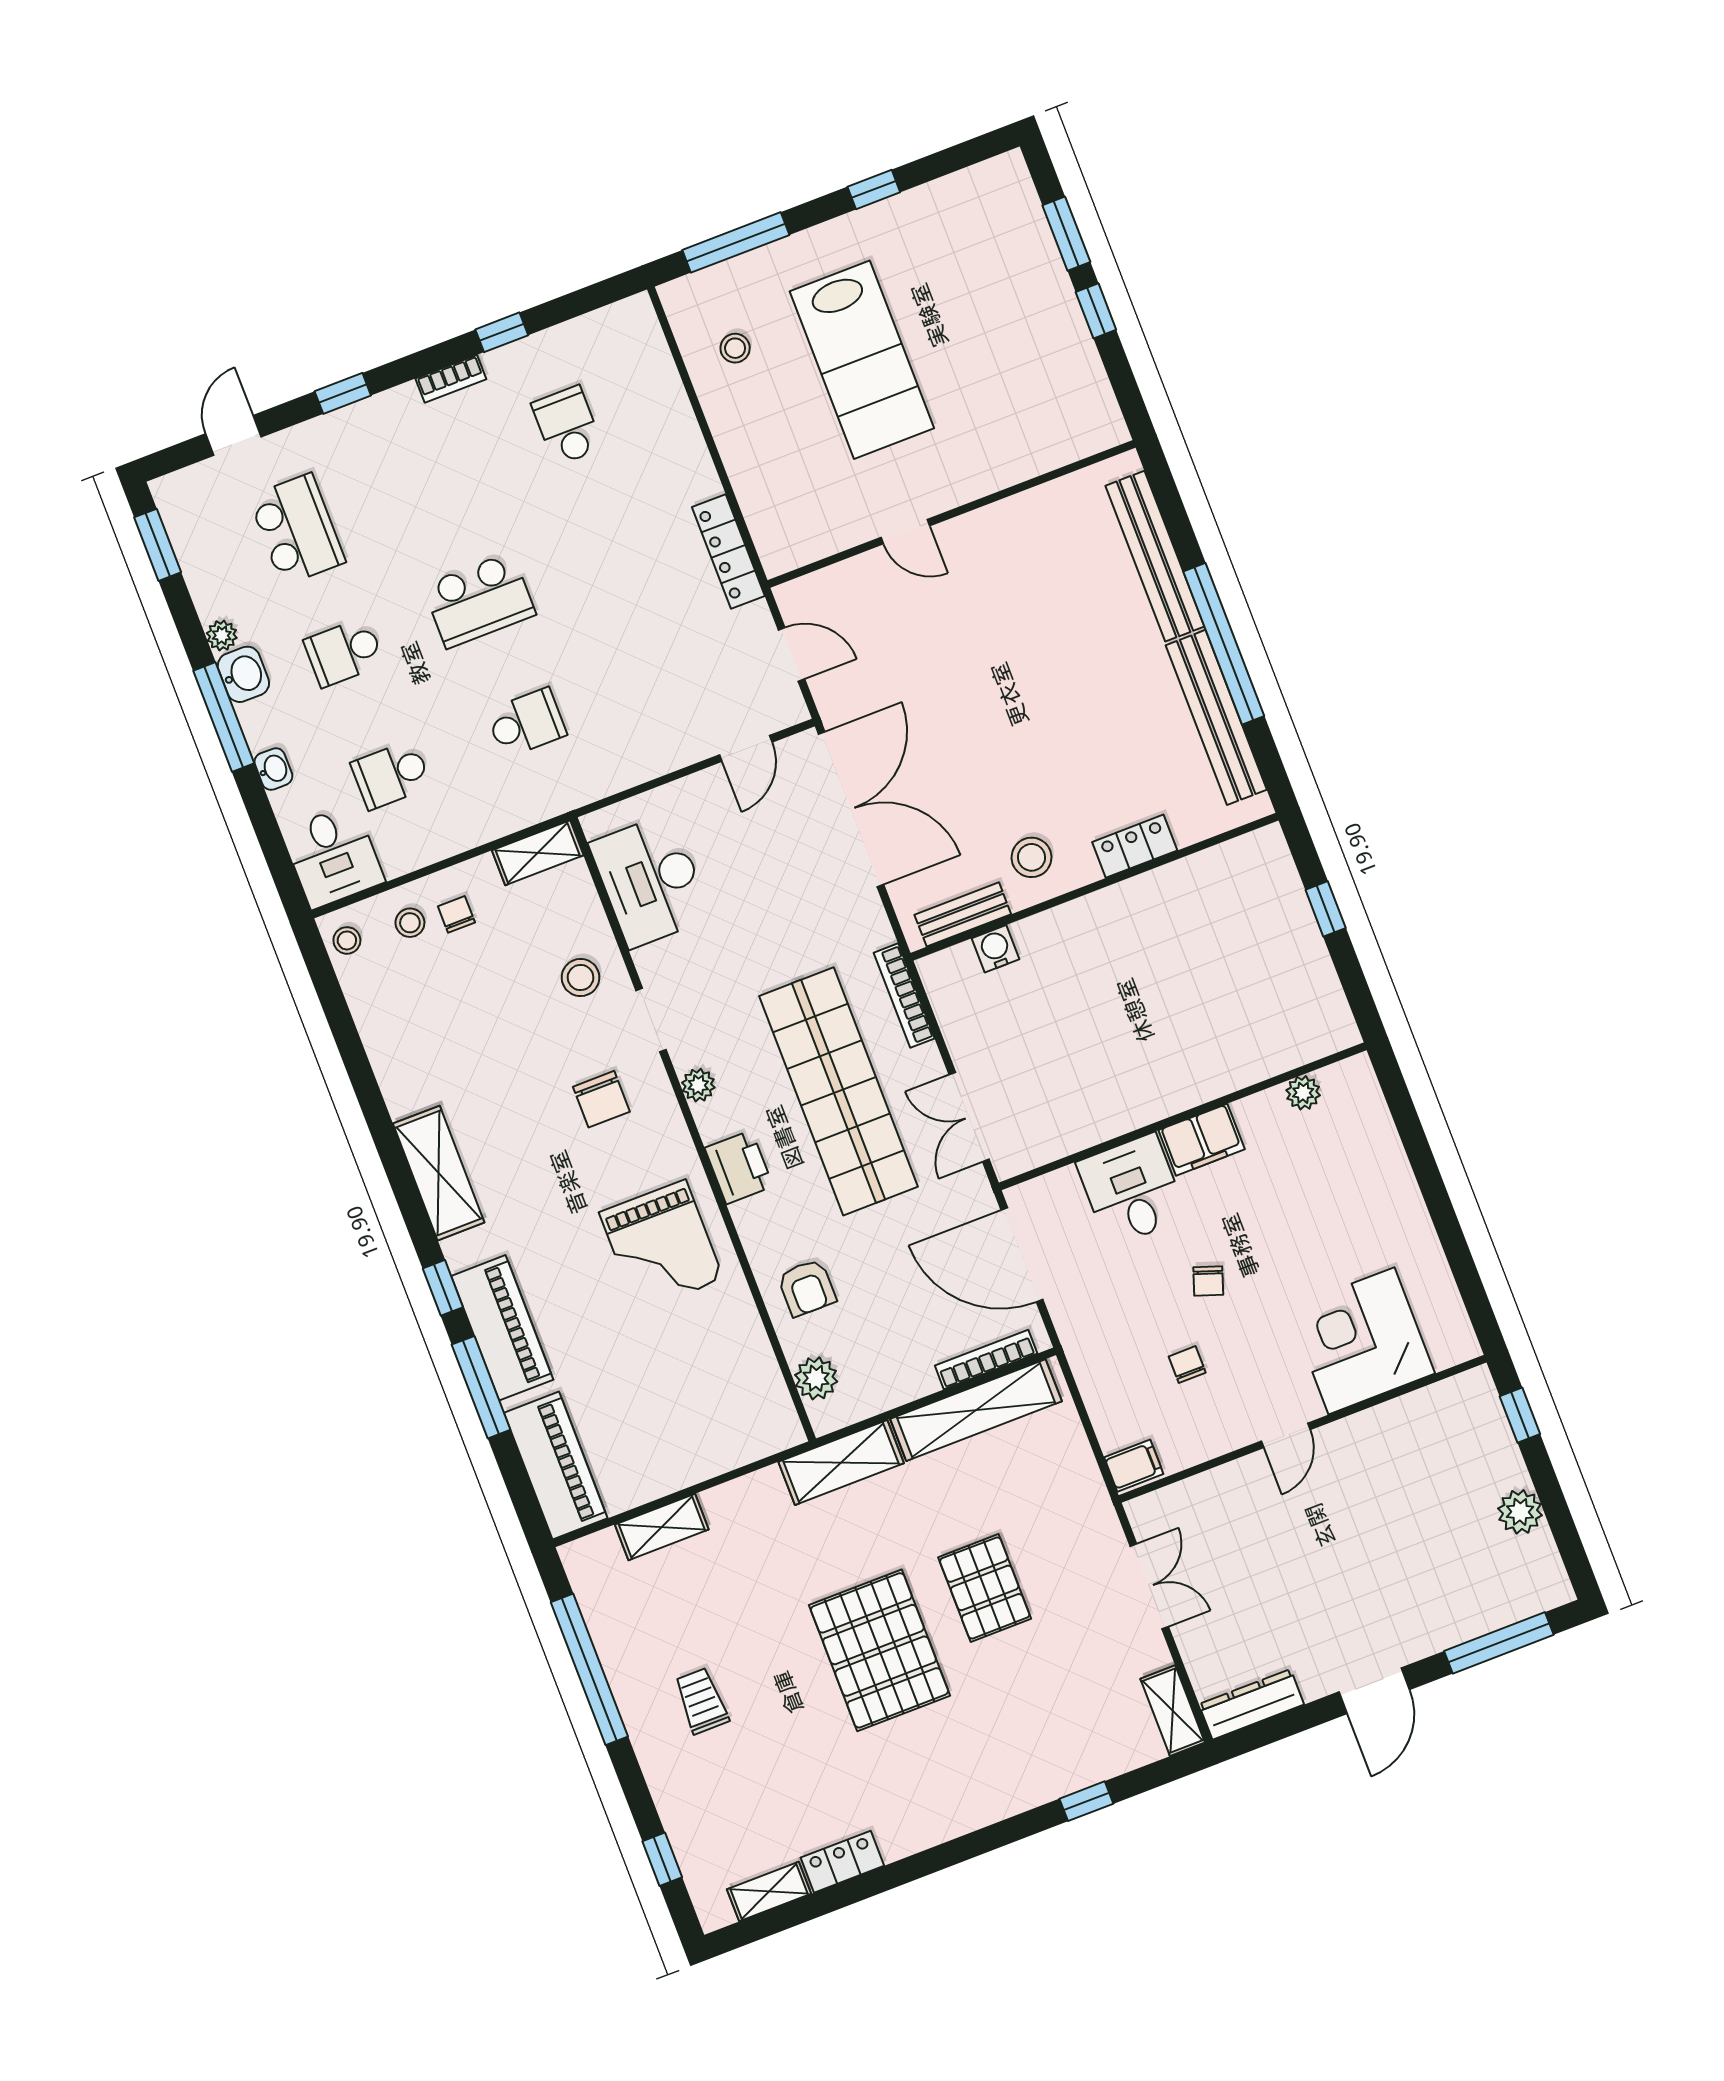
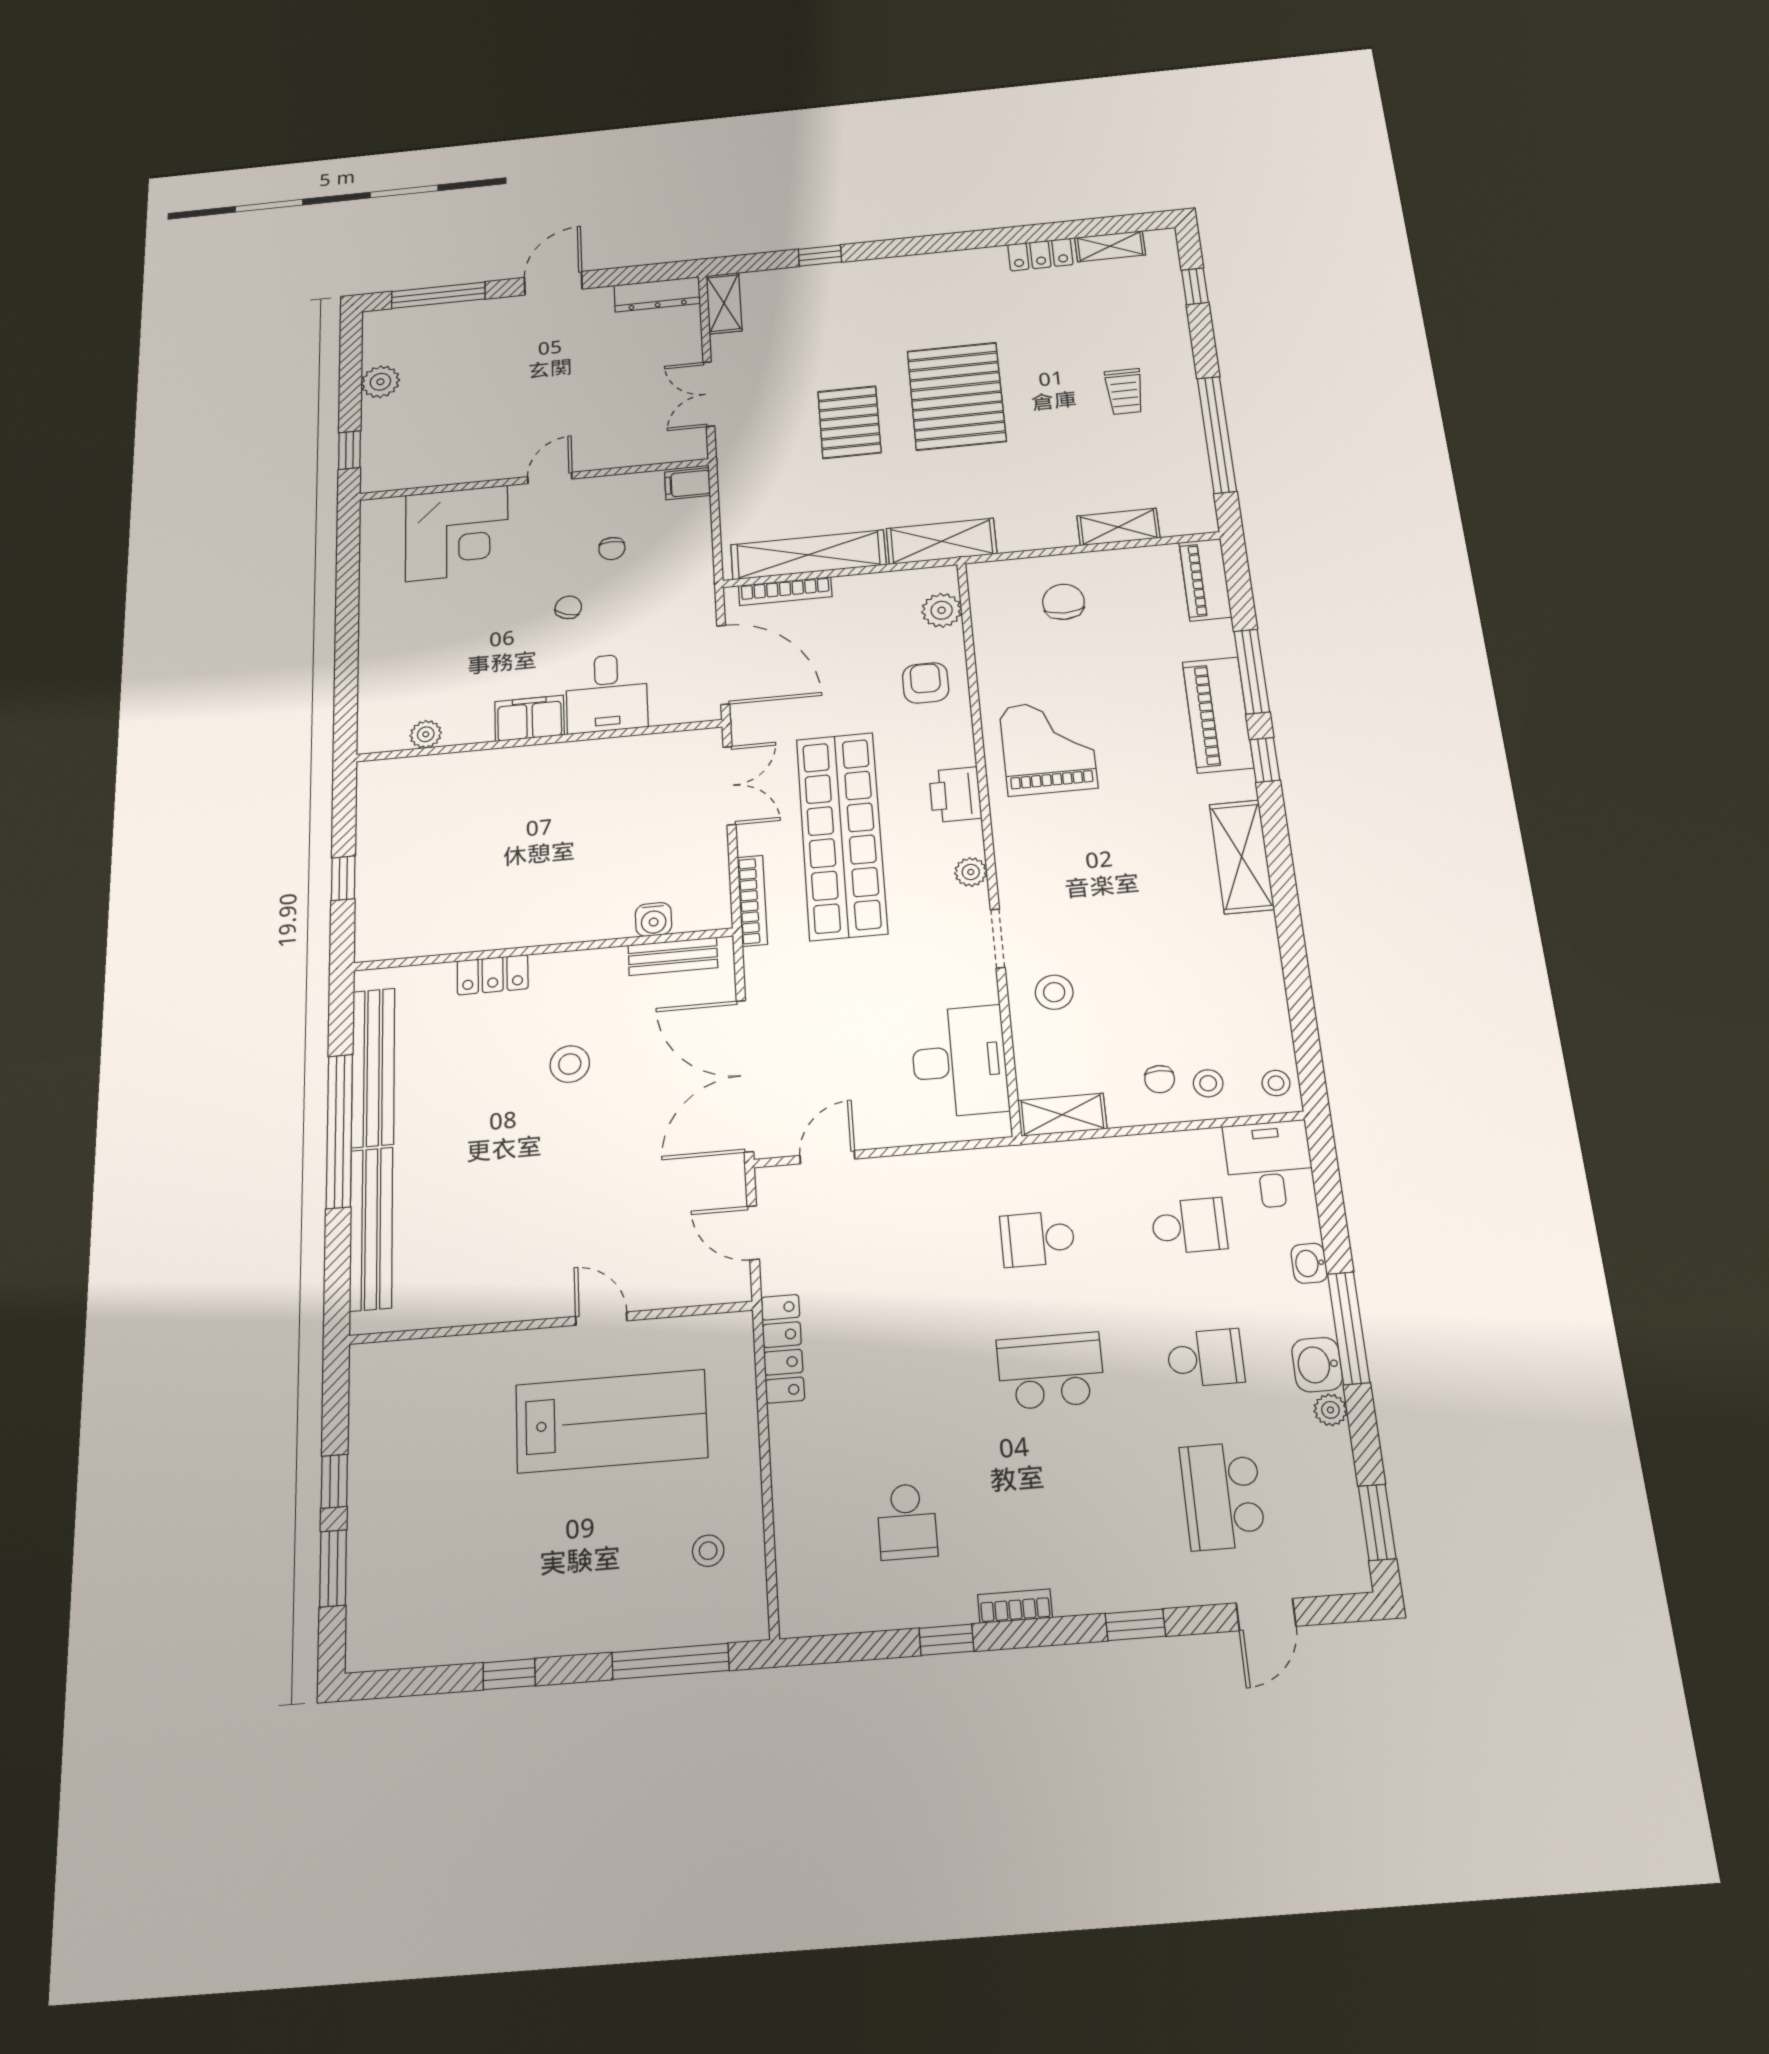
lab bench: (862, 360) -> (611, 1421), moved, turned 90
stool: (1032, 857) -> (570, 1064), moved
chair: (601, 1099) -> (1063, 602), moved
piano: (556, 1466) -> (1205, 580), width x0.73, depth x0.75

